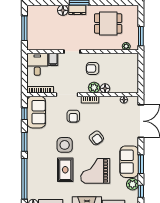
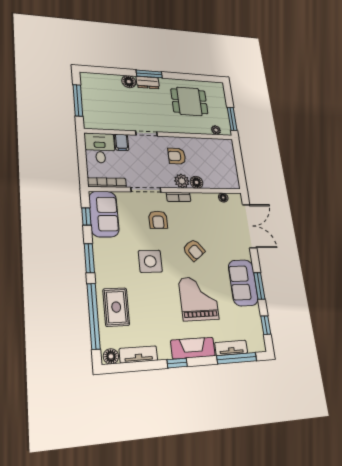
rug: (65, 170) -> (116, 307), moved
grand piano: (95, 171) -> (199, 298), turned 90
plant: (132, 184) -> (253, 315), removed

